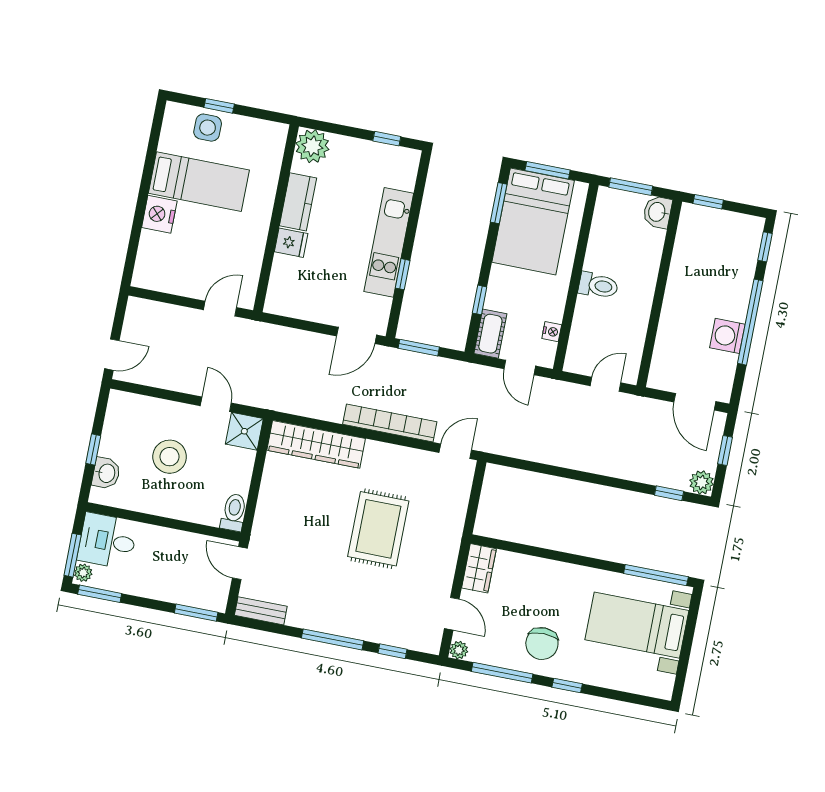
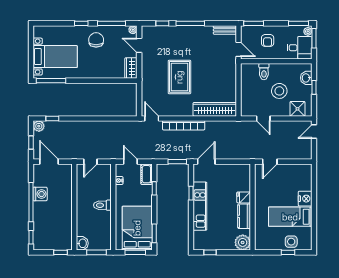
shower: (244, 431) -> (298, 109), moved
door: (455, 451) -> (152, 118), swing flipped
toilet: (234, 512) -> (264, 72), moved
armchair: (173, 570) -> (268, 40), added

